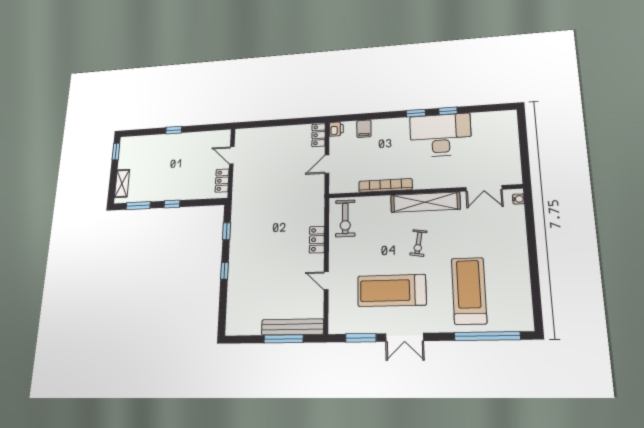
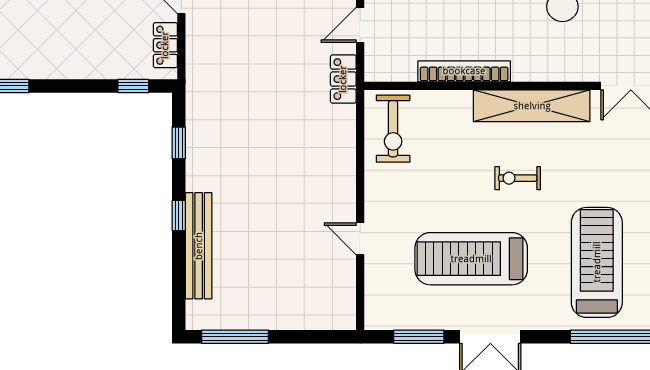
window: (172, 204) -> (133, 86), moved
locker: (317, 240) -> (343, 79), moved
exercise bike: (418, 243) -> (518, 178), turned 81
bench: (292, 327) -> (199, 246), moved, turned 90
window: (284, 339) -> (235, 337), moved

